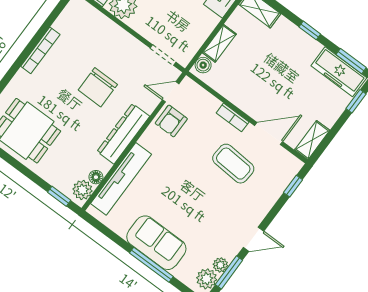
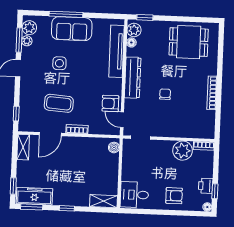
shelving: (219, 43) -> (113, 166), removed
chair: (98, 87) -> (165, 94), width x0.54, depth x0.54
door: (171, 92) -> (122, 120), swing flipped
armchair: (171, 121) -> (110, 103), turned -90
side table: (200, 211) -> (59, 63), added

